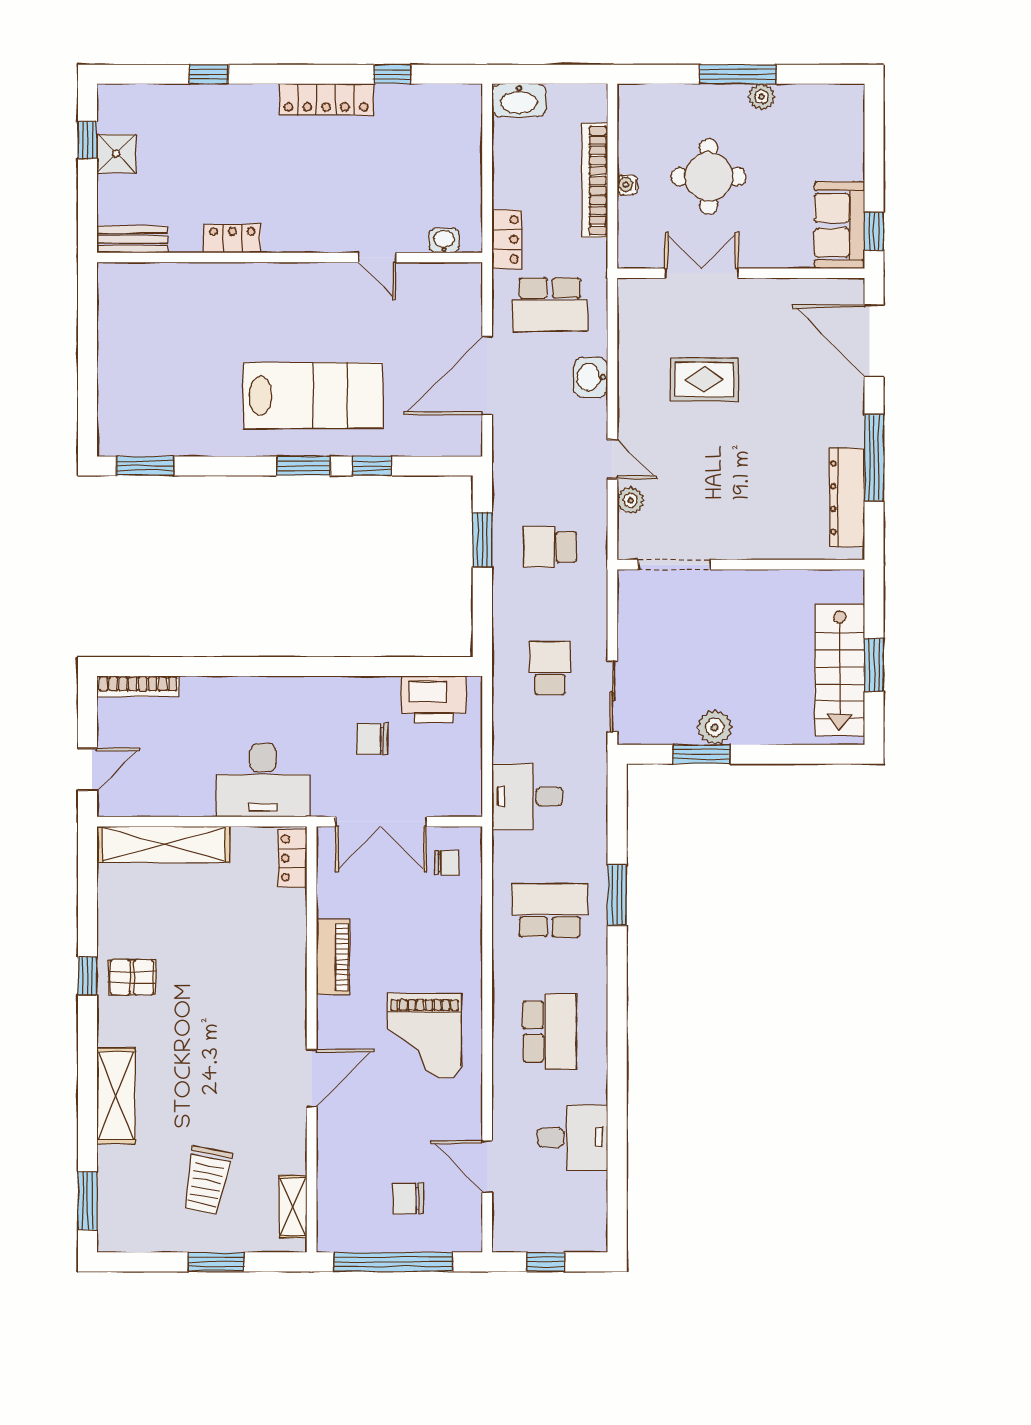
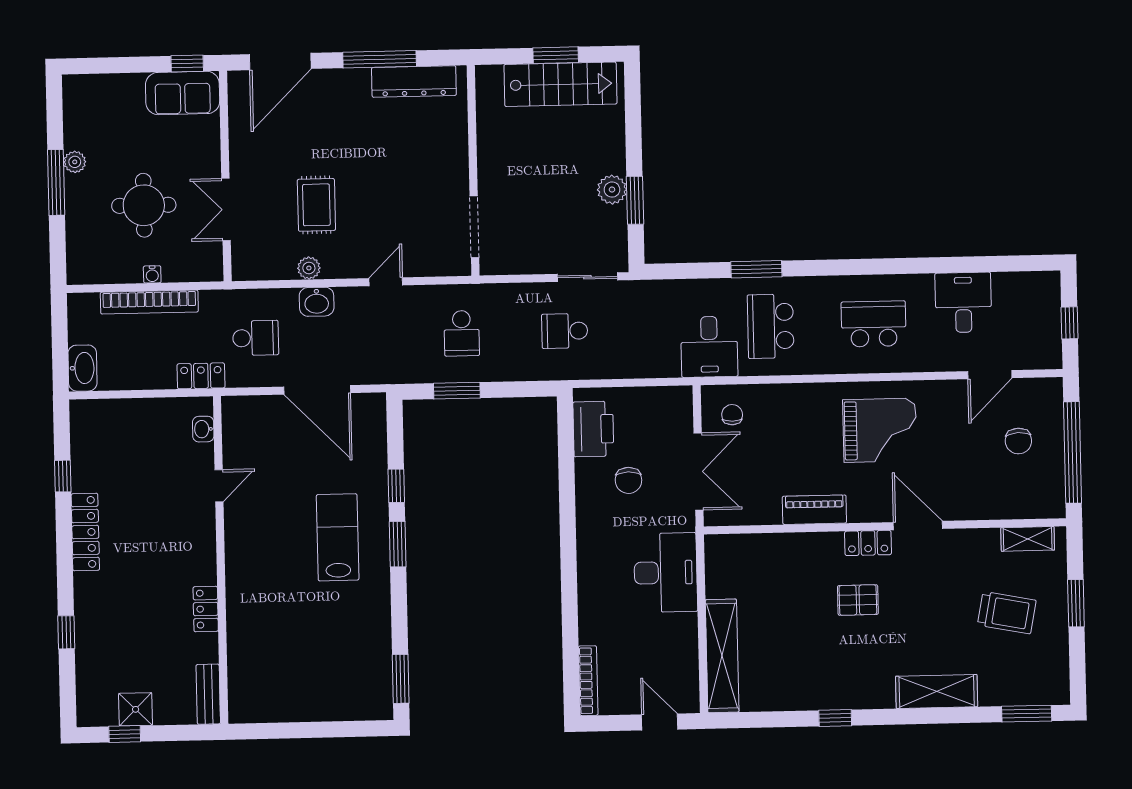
school desk: (550, 305) -> (256, 338), width x0.54
lab bench: (313, 396) -> (338, 537), width x0.73, depth x0.72
plant: (631, 500) -> (309, 268), moved
desk: (527, 797) -> (709, 347), moved
locker: (292, 858) -> (868, 543), moved
pallet: (132, 977) -> (858, 600), moved, turned 90

